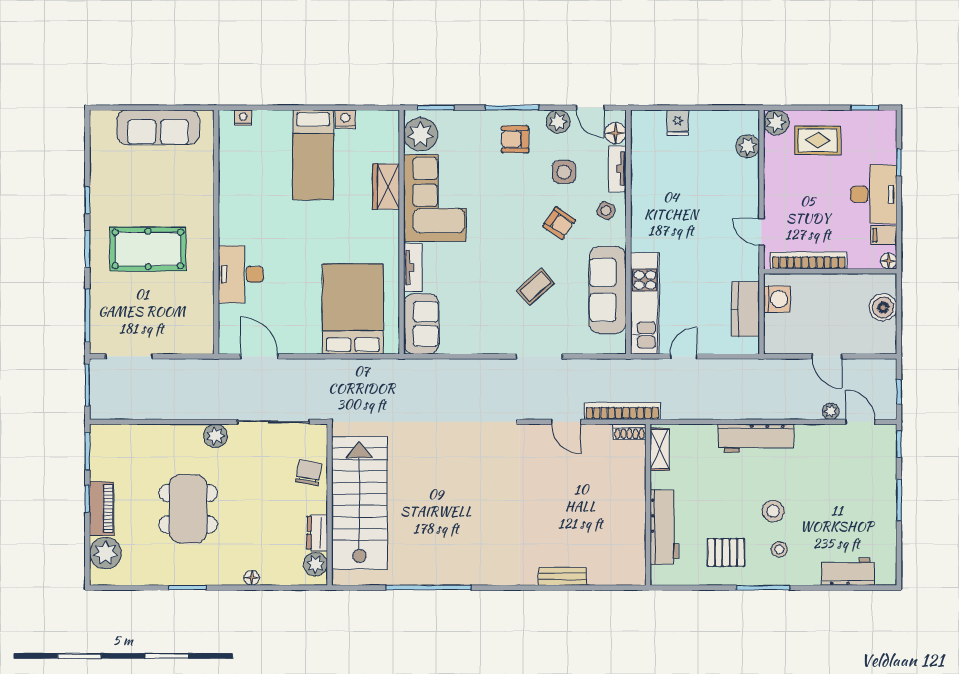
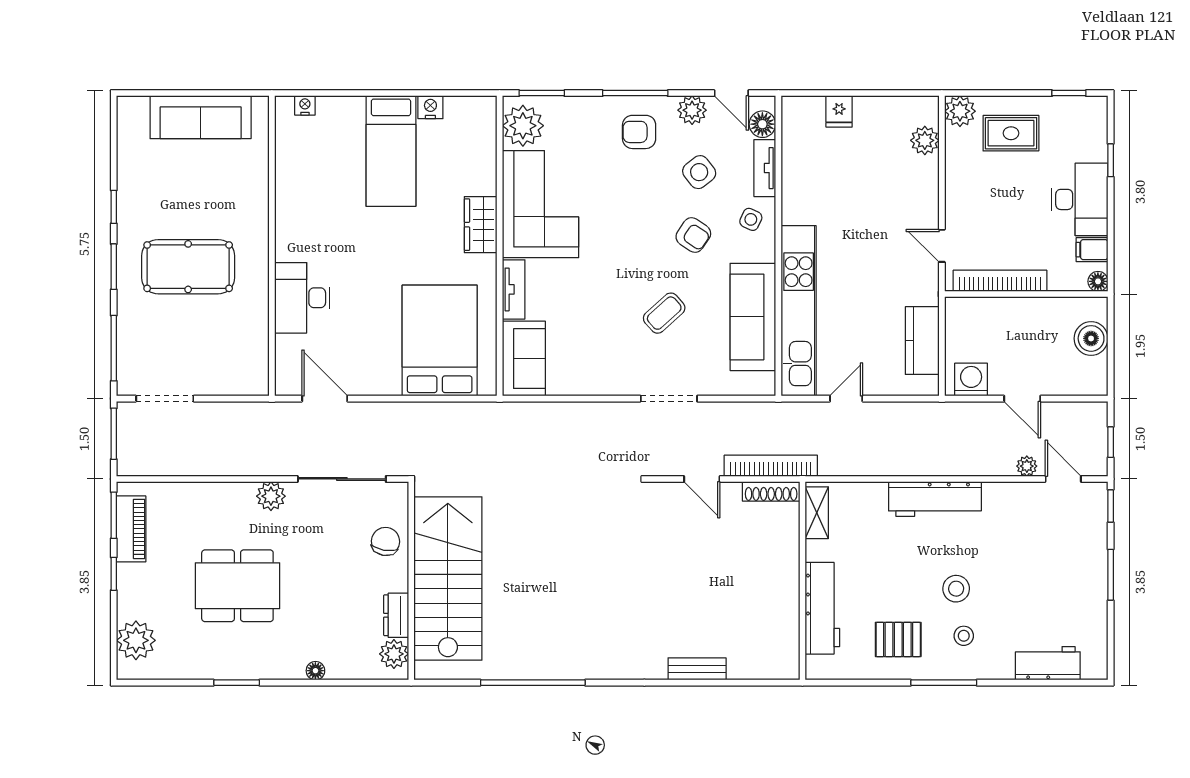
side table: (564, 172) -> (699, 172), turned -38
wardrobe: (386, 187) -> (481, 225), moved
washing machine: (777, 299) -> (971, 380), moved, turned -90
kitchen unit: (645, 303) -> (799, 311), width x1.36
shoe rack: (630, 432) -> (771, 491), width x1.43
piano: (102, 509) -> (131, 529), moved
dining table: (188, 509) -> (237, 586), turned 90

